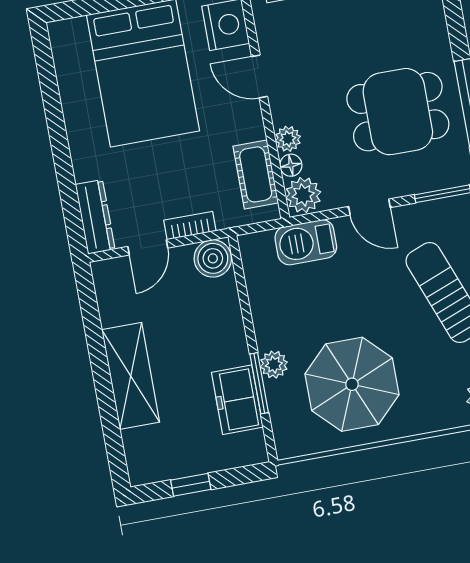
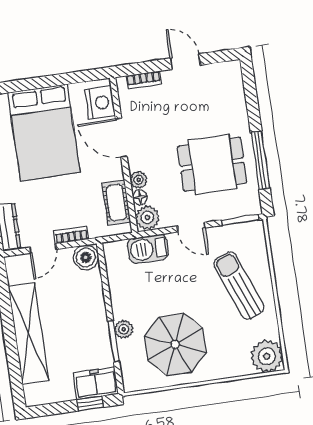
door: (260, 76) -> (121, 138), width x1.38
shelving: (131, 376) -> (28, 333), width x1.47
freezer: (237, 400) -> (96, 383), moved, turned 90
window: (191, 485) -> (90, 404), moved

